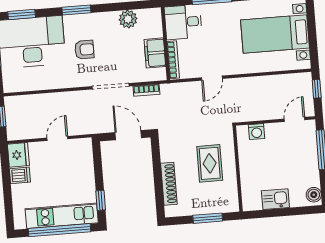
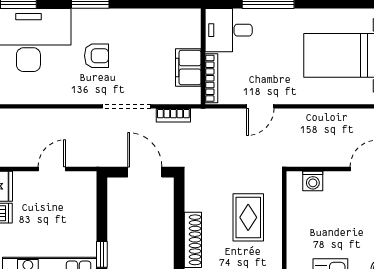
plant: (128, 19) -> (157, 20), removed

